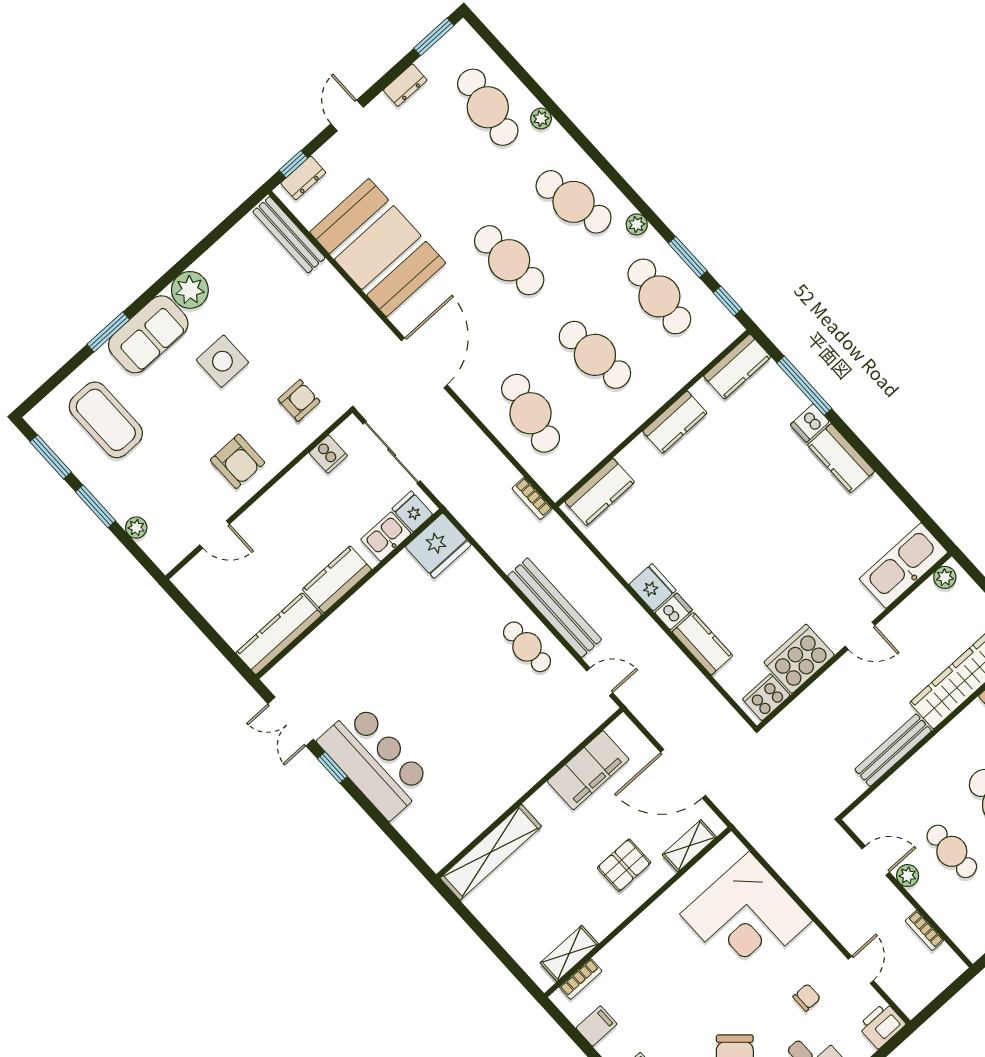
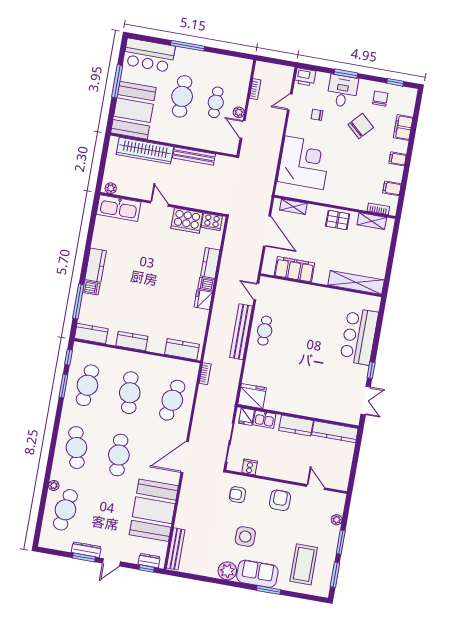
window: (434, 37) -> (84, 558), moved
dresser: (405, 85) -> (86, 550), width x1.44
plant: (637, 224) -> (66, 416), removed
bar counter: (375, 761) -> (359, 336), moved
pallet: (624, 865) -> (338, 220), moved

